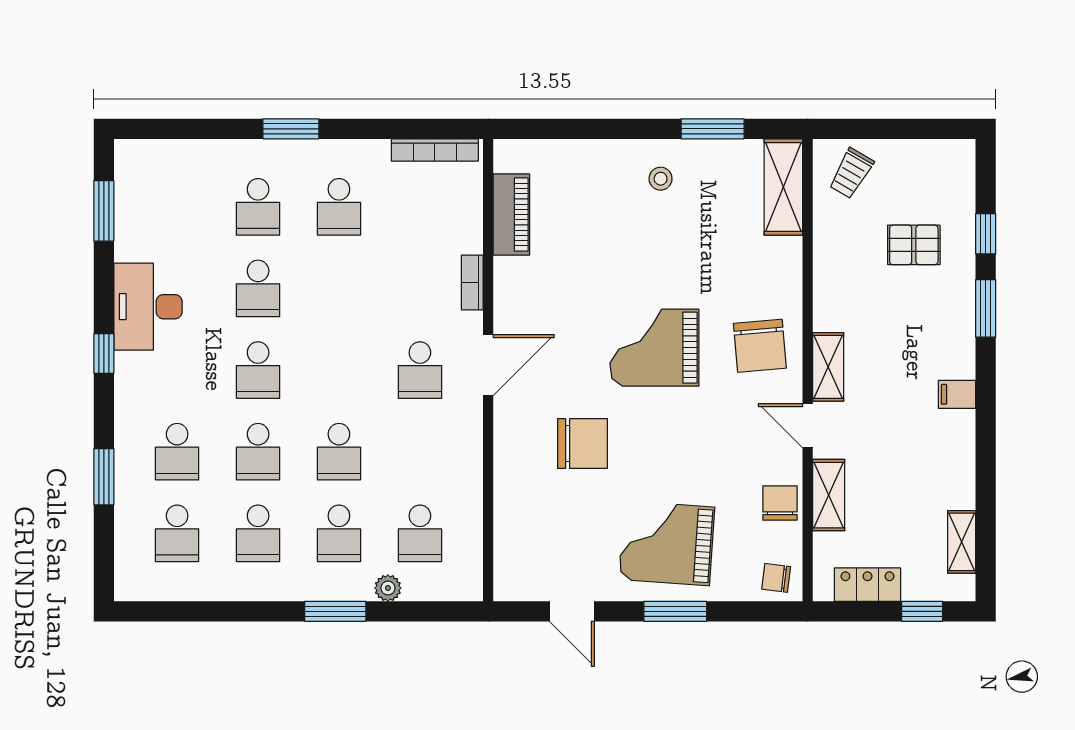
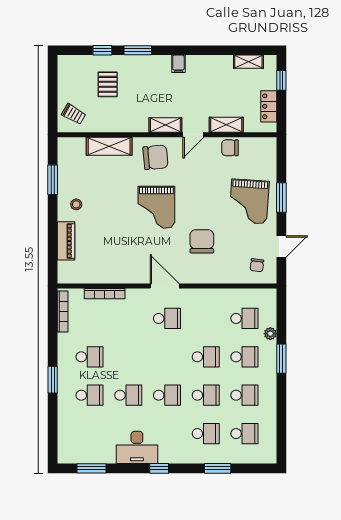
shelving: (783, 187) -> (109, 146), moved
piano: (511, 215) -> (66, 241), moved, turned 90
bookcase: (472, 282) -> (105, 294), moved, width x1.56
chair: (776, 578) -> (257, 265), moved

